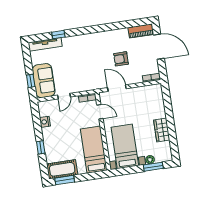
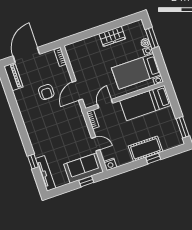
nightstand: (45, 122) -> (110, 164), moved
cot: (62, 169) -> (146, 149), moved, turned 90

